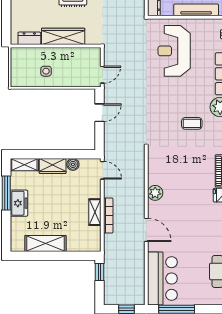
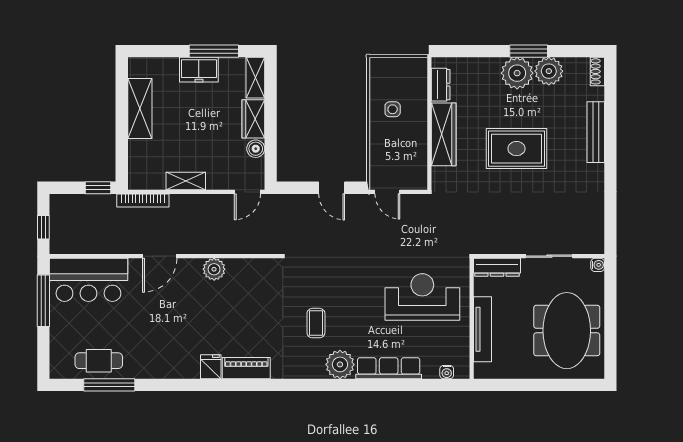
bookcase: (108, 216) -> (143, 200), moved

